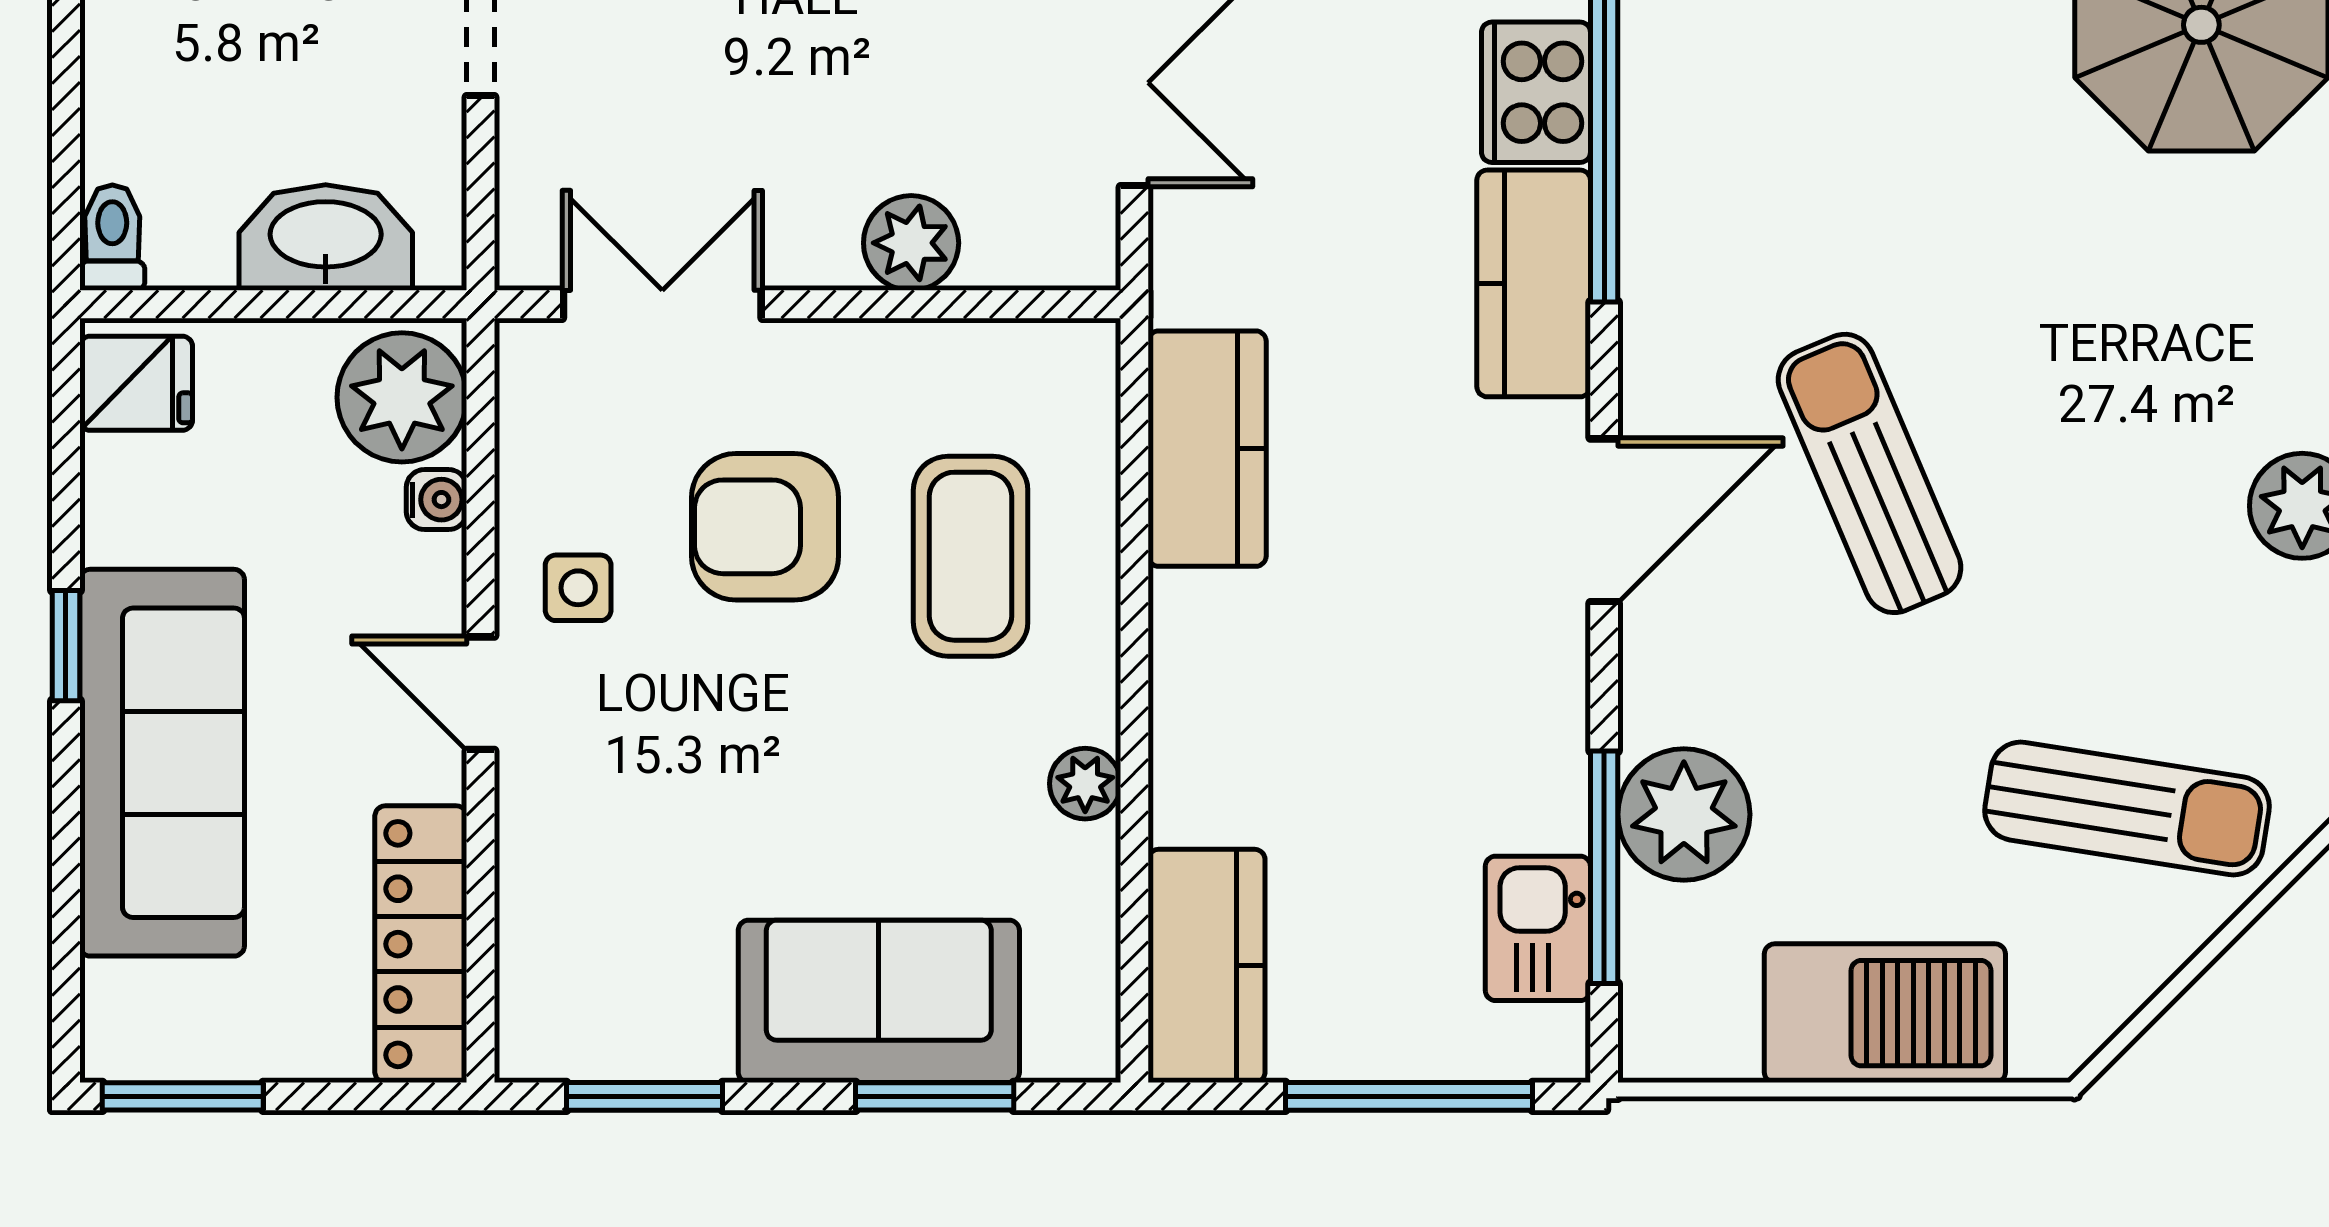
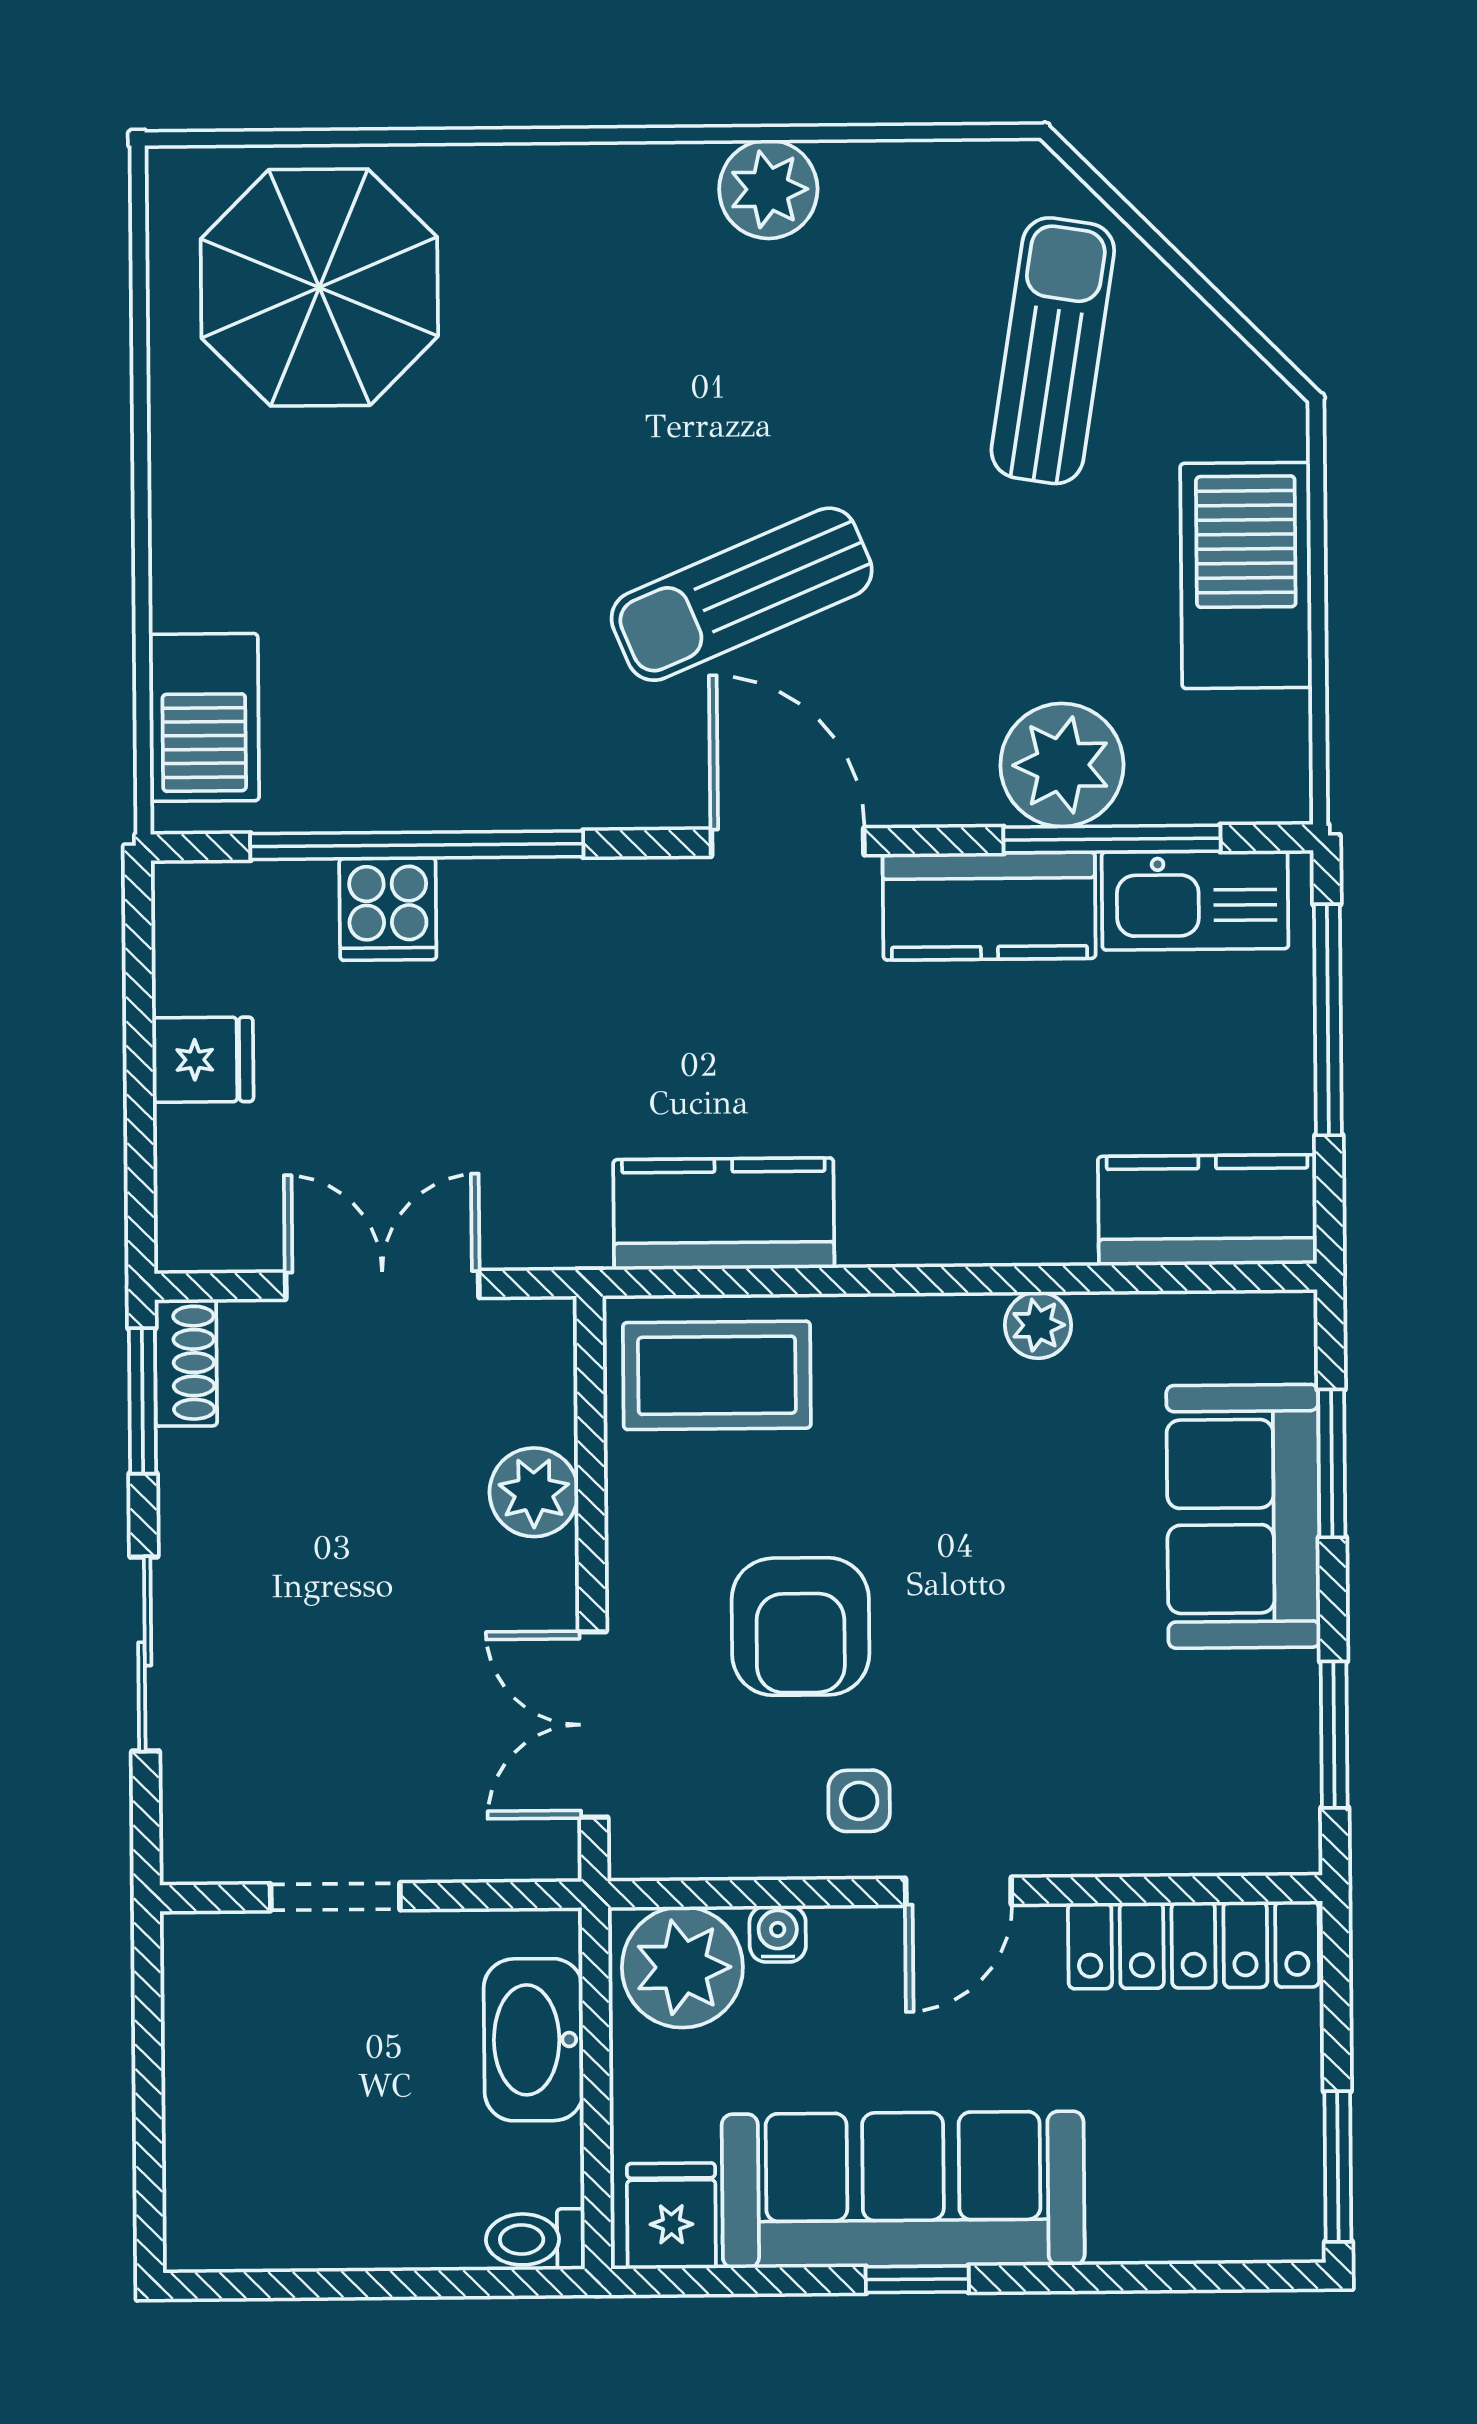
cooker: (1536, 92) -> (388, 909), width x0.73
kitchen counter: (1534, 283) -> (989, 906), moved
coffee table: (971, 556) -> (717, 1375), moved
sofa: (162, 763) -> (903, 2190), moved
kitchen sink: (1538, 928) -> (1195, 900), width x1.38

